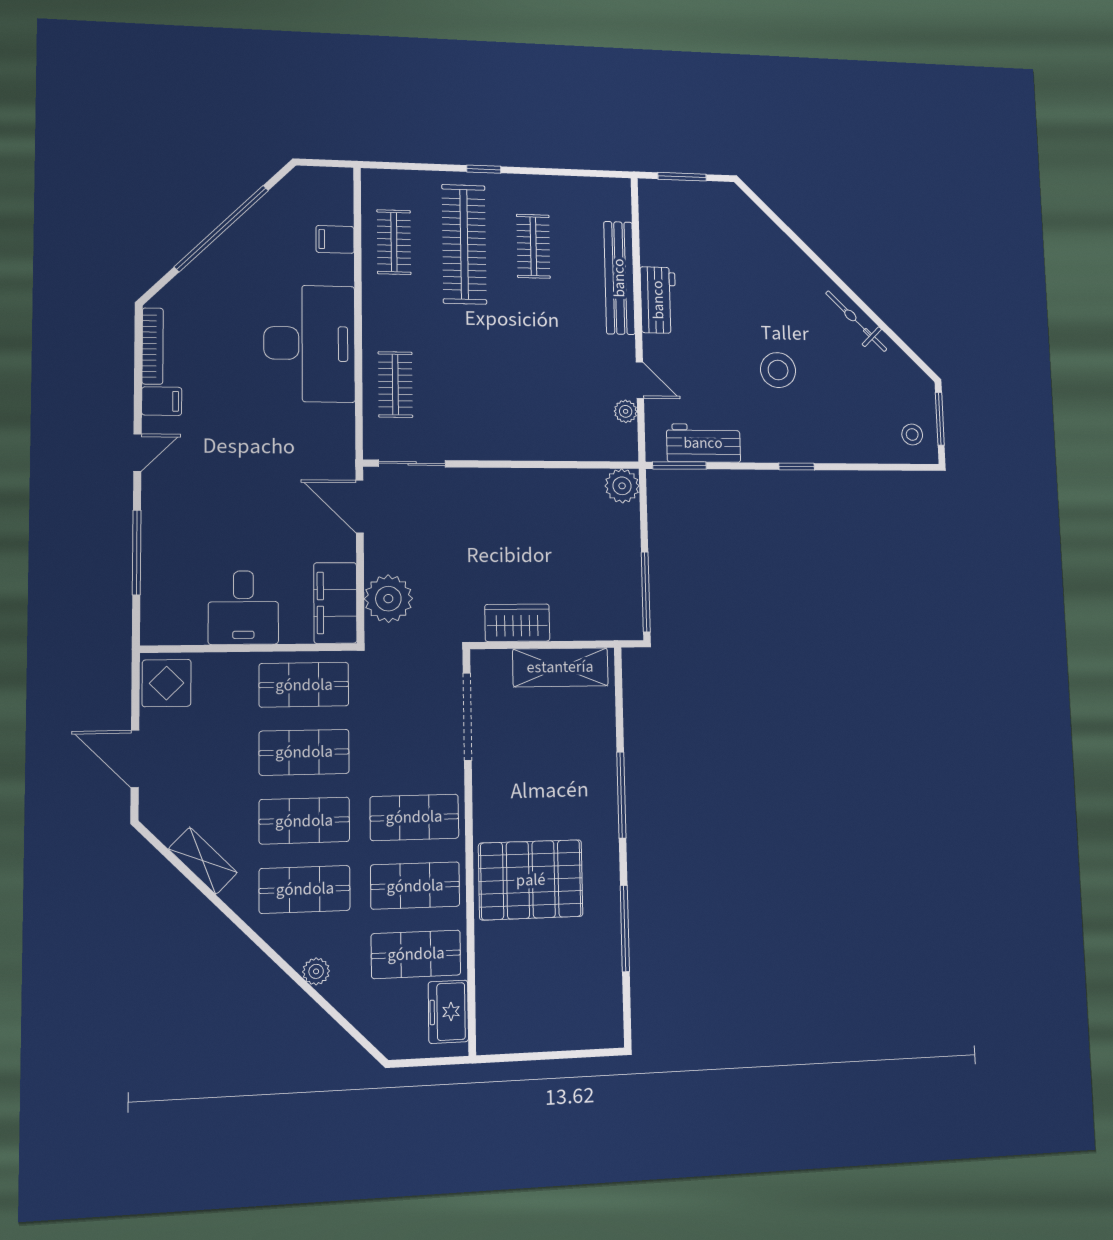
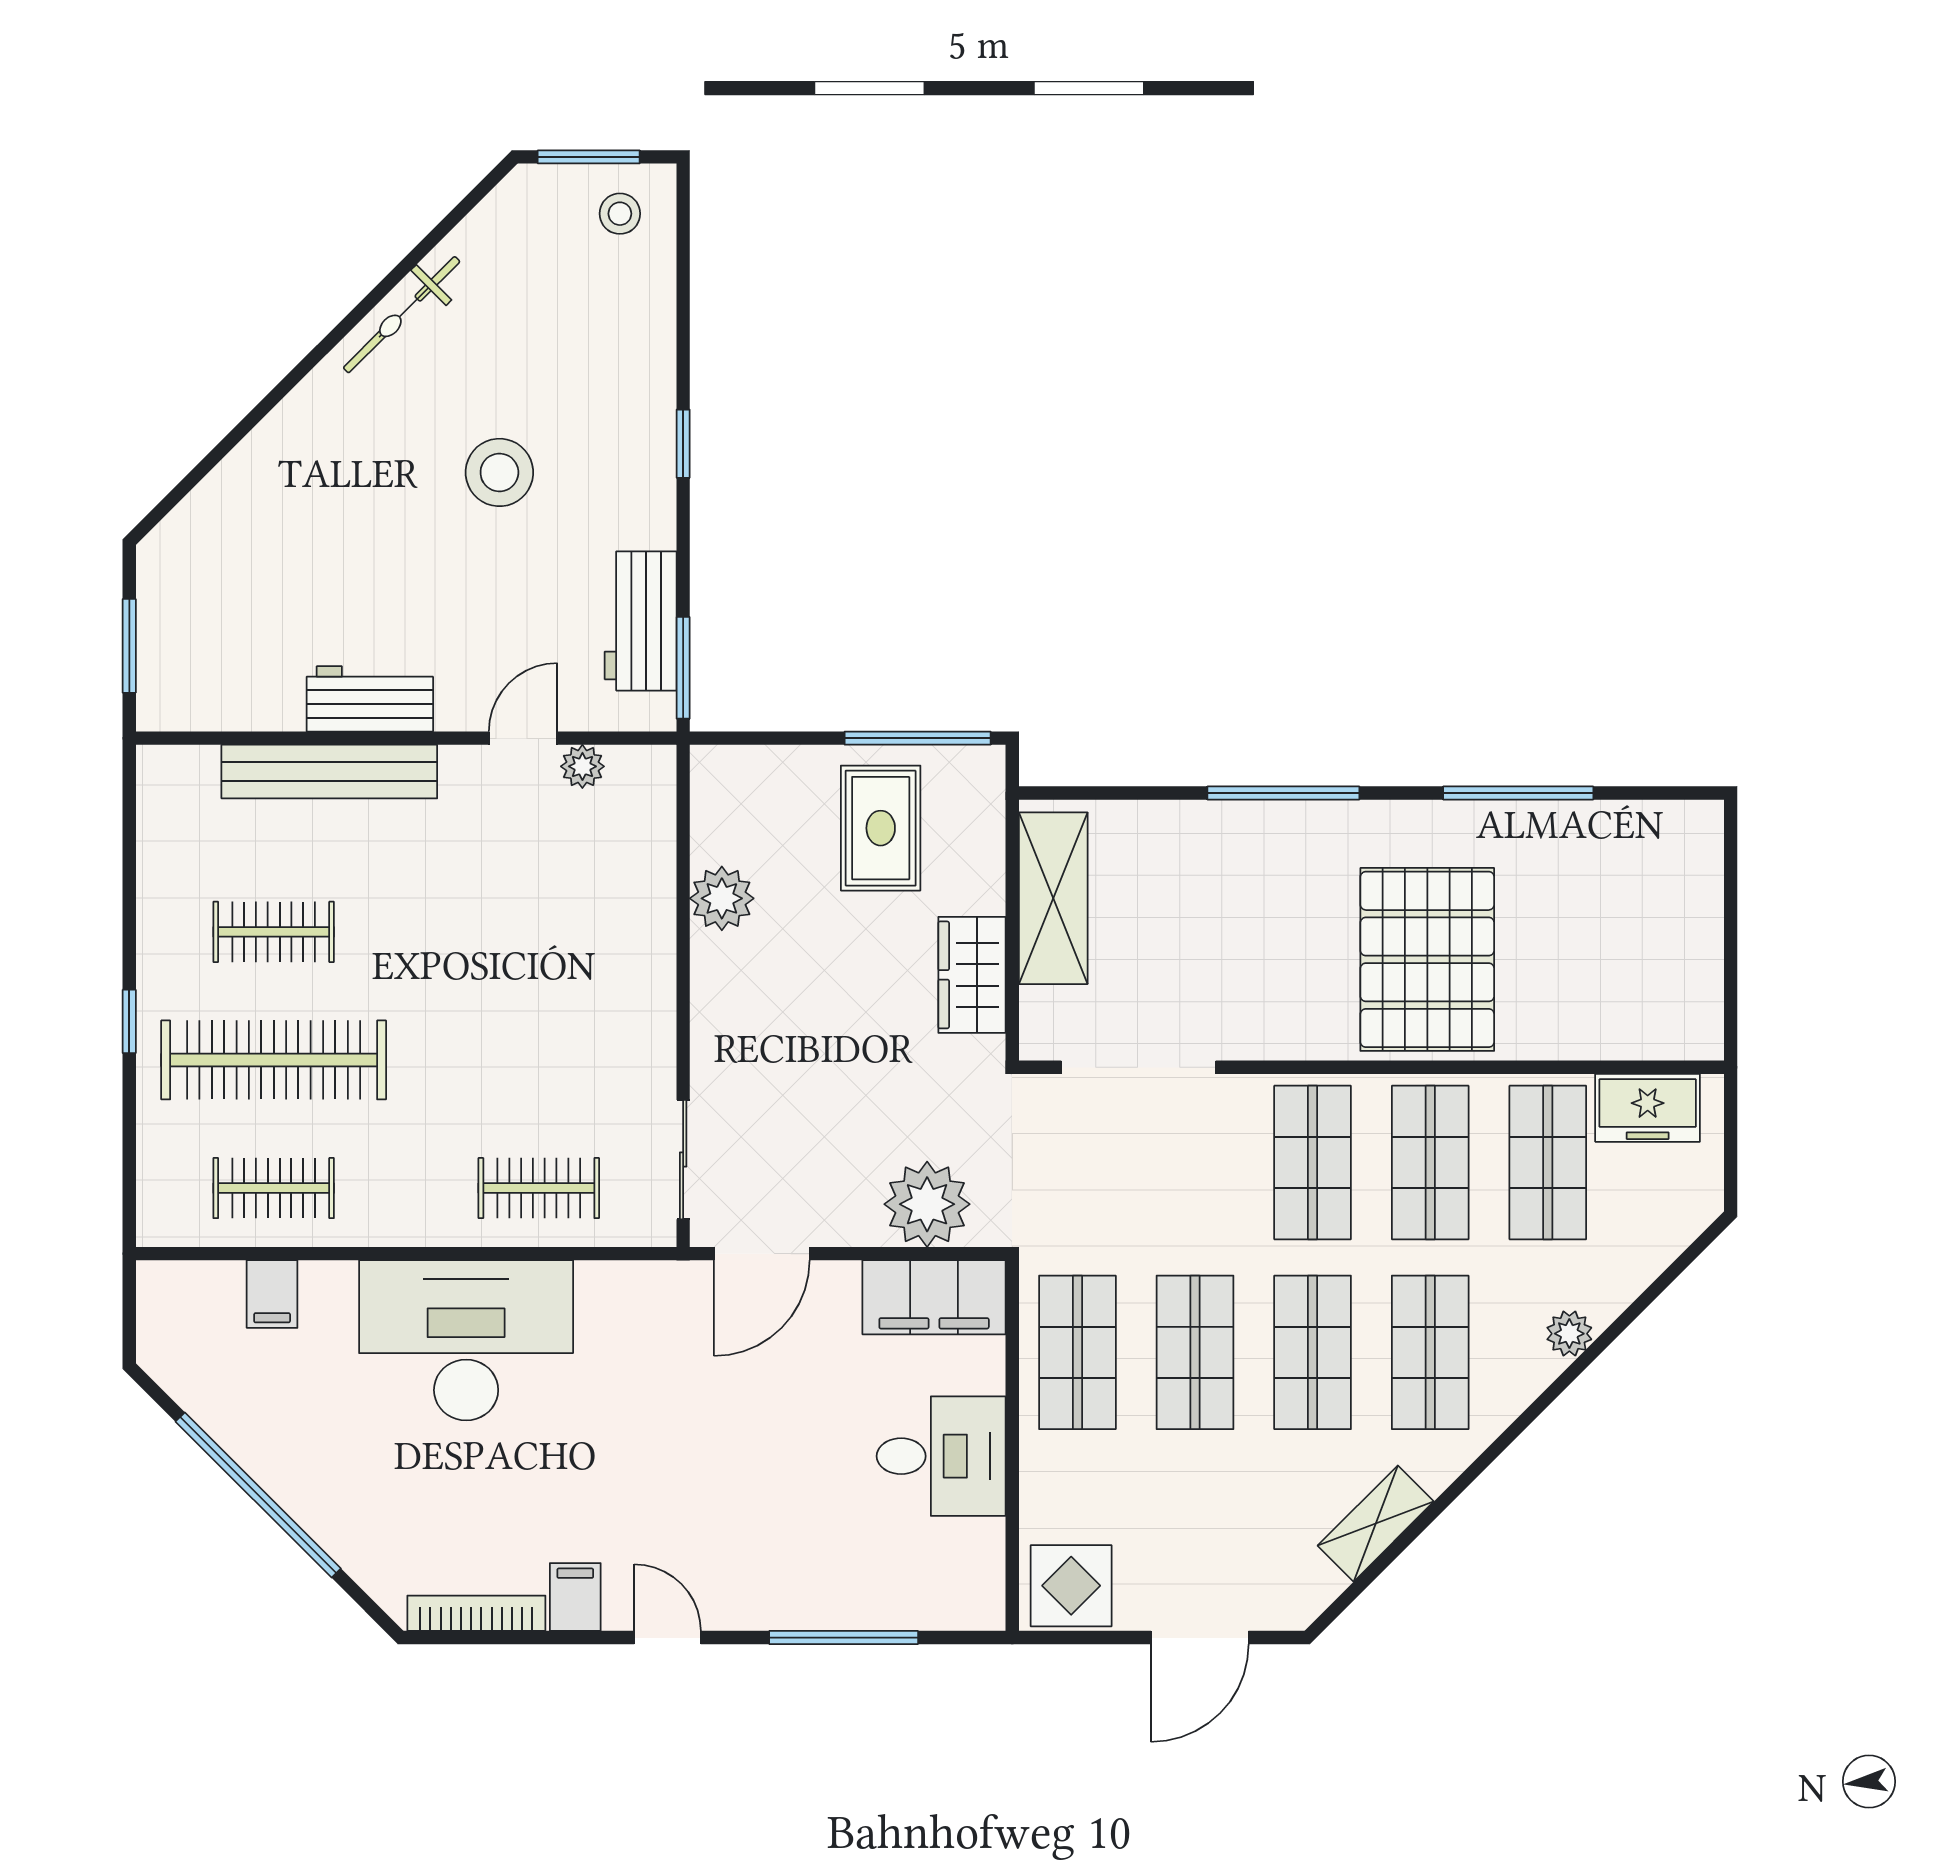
plant: (622, 486) -> (722, 898), moved
rug: (597, 572) -> (881, 828), added

